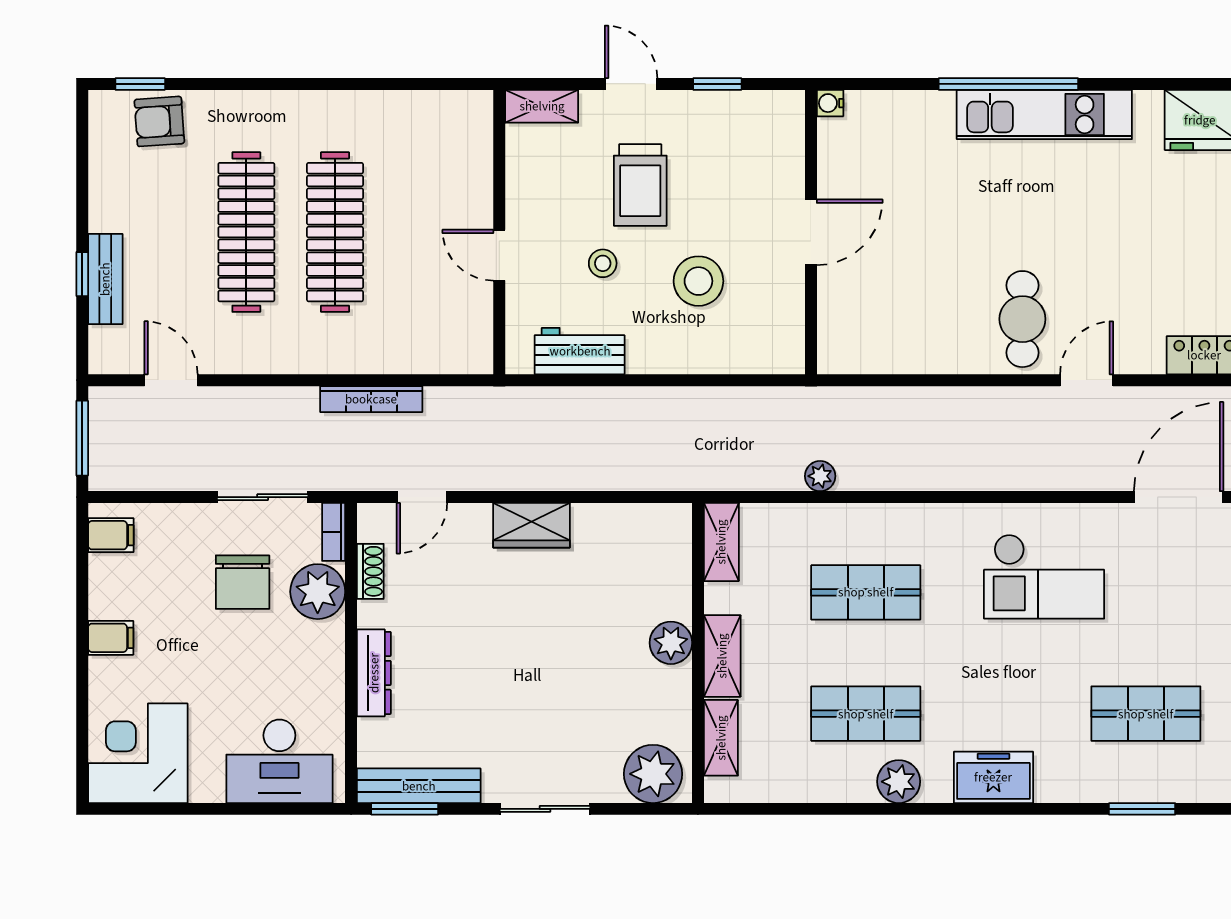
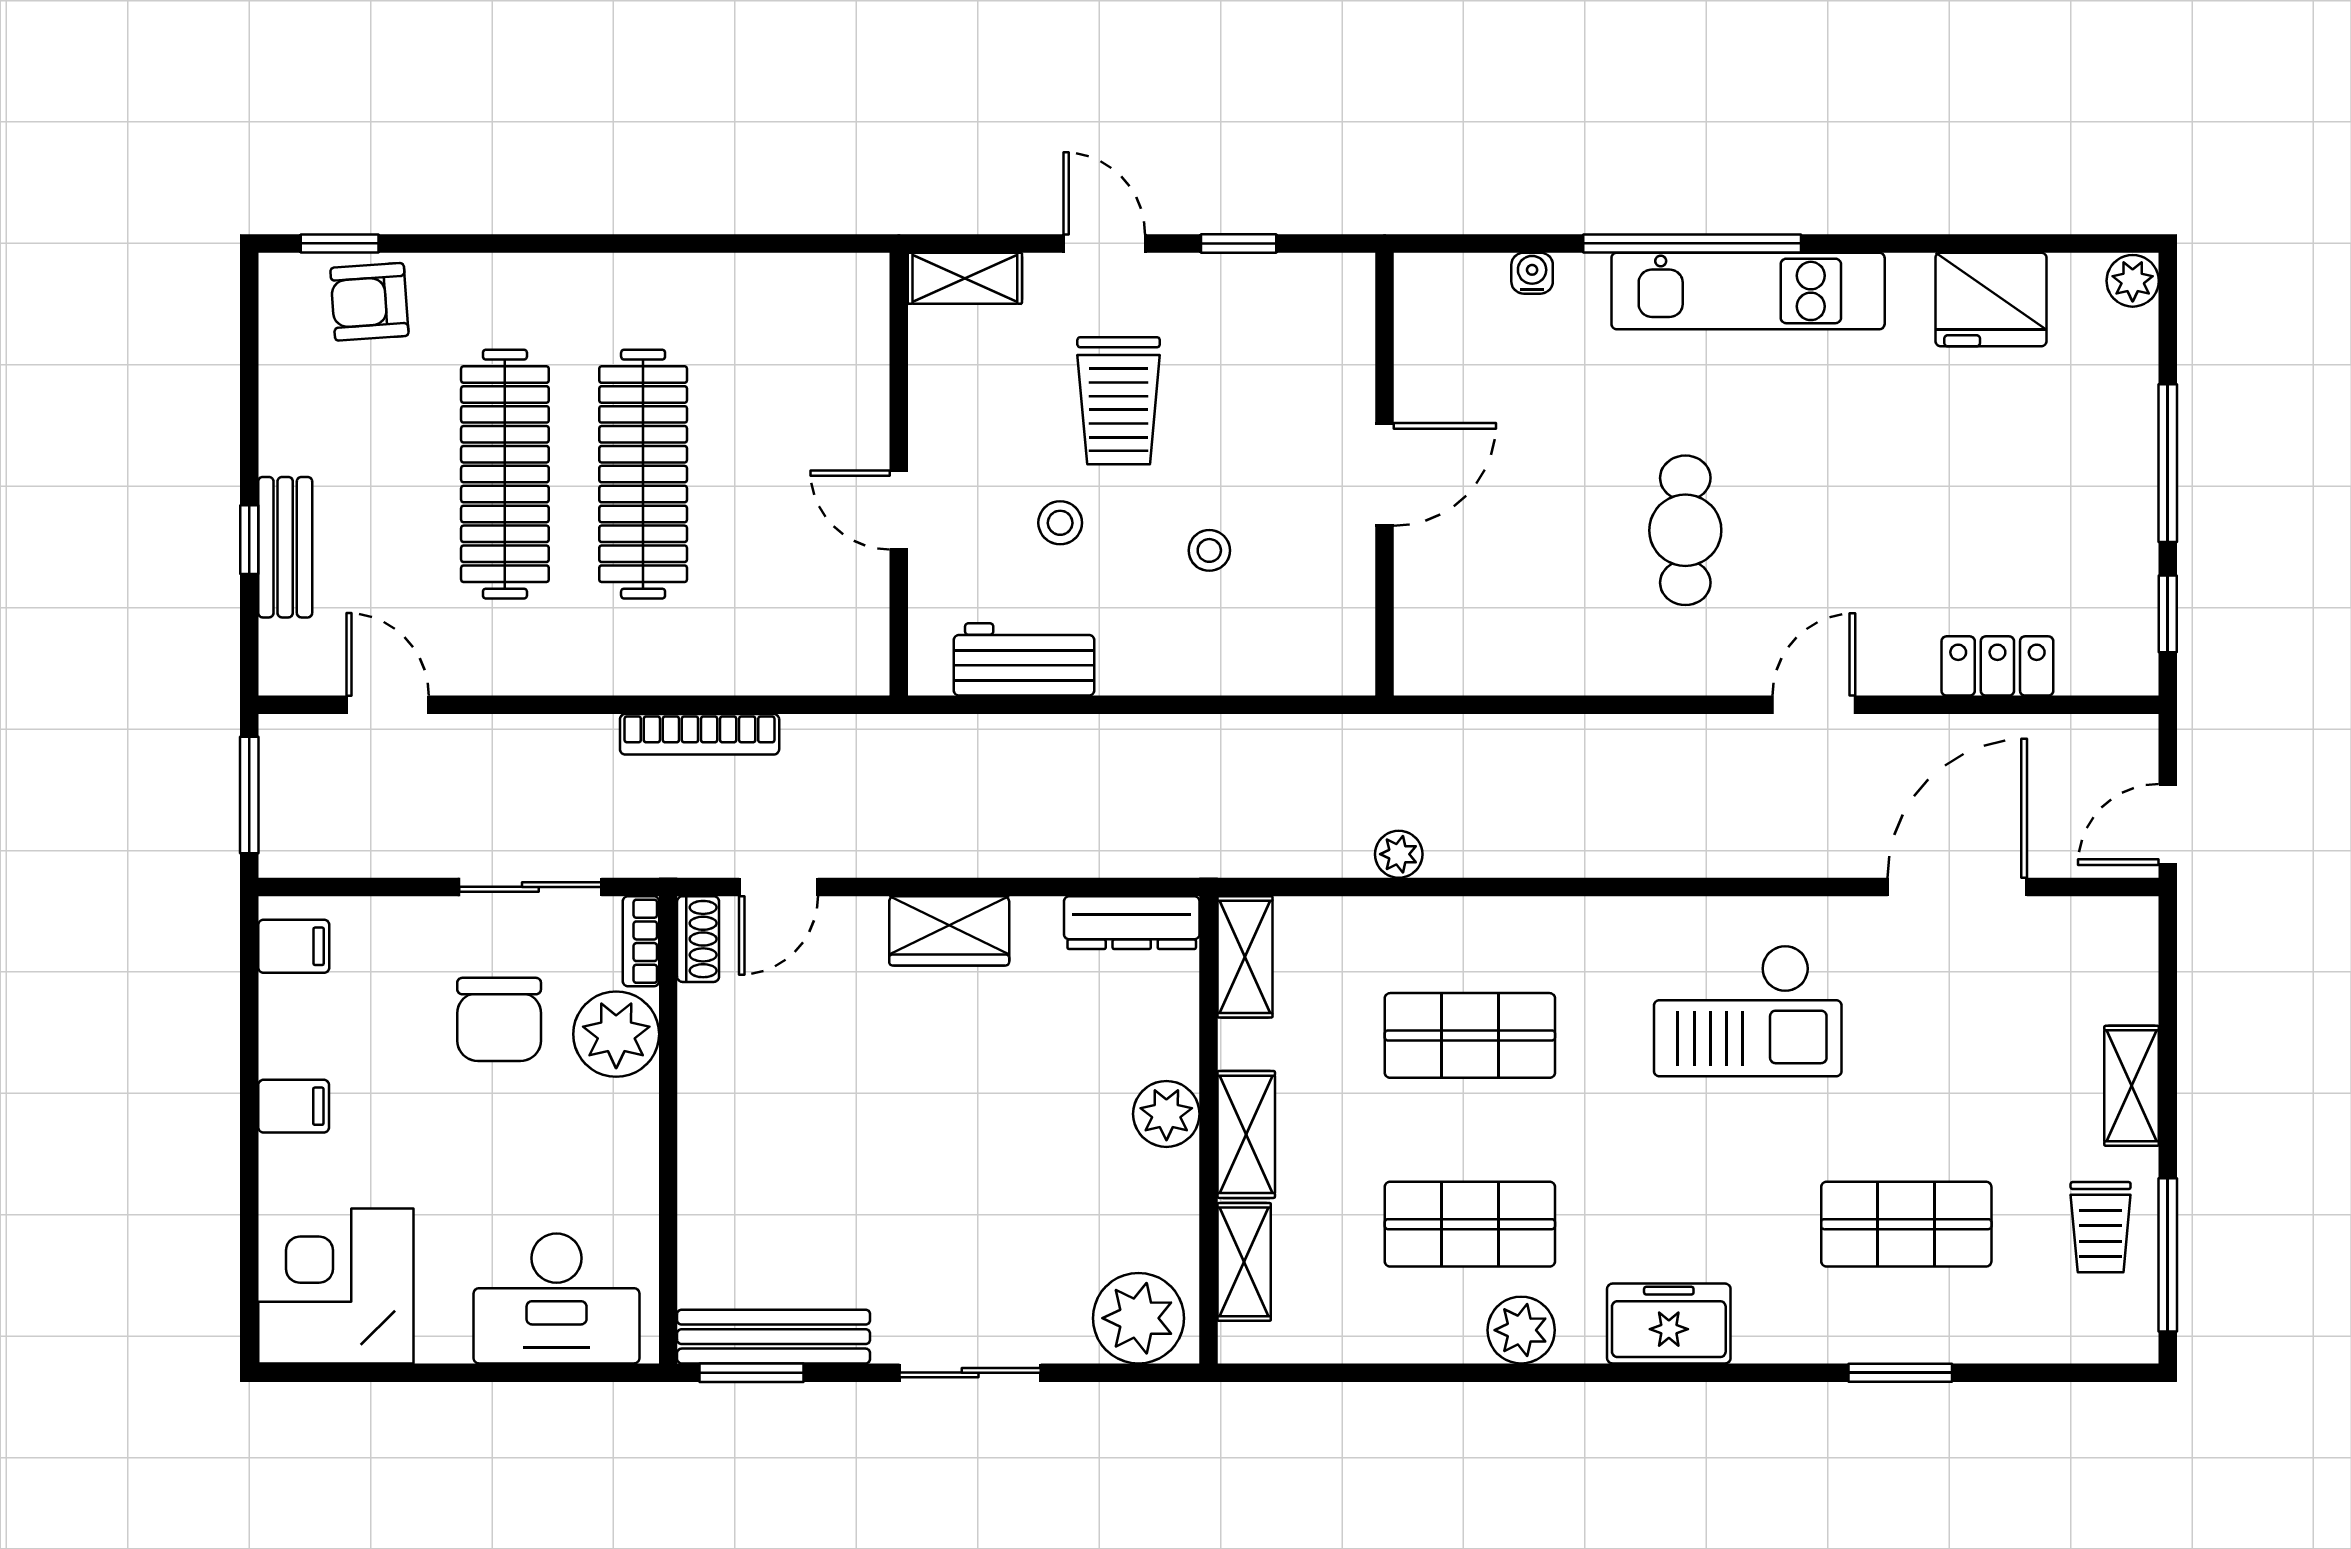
water cooler: (830, 103) -> (1532, 273), moved, turned 90
stool: (698, 281) -> (1209, 550), width x0.53, depth x0.53
cafe table: (1022, 319) -> (1685, 530), moved
shoe rack: (370, 571) -> (698, 939), moved
dresser: (374, 673) -> (1132, 923), moved, turned 90

